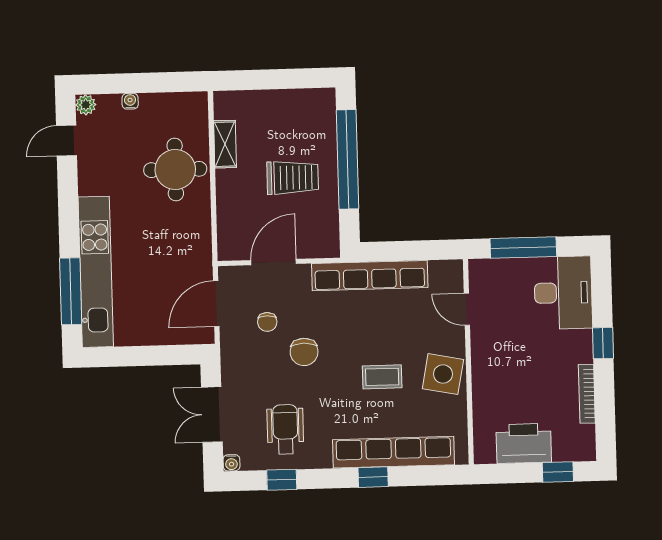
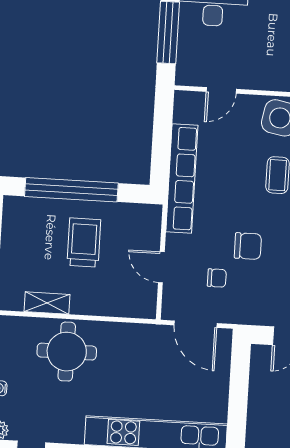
door: (274, 262) -> (161, 267), width x0.73

